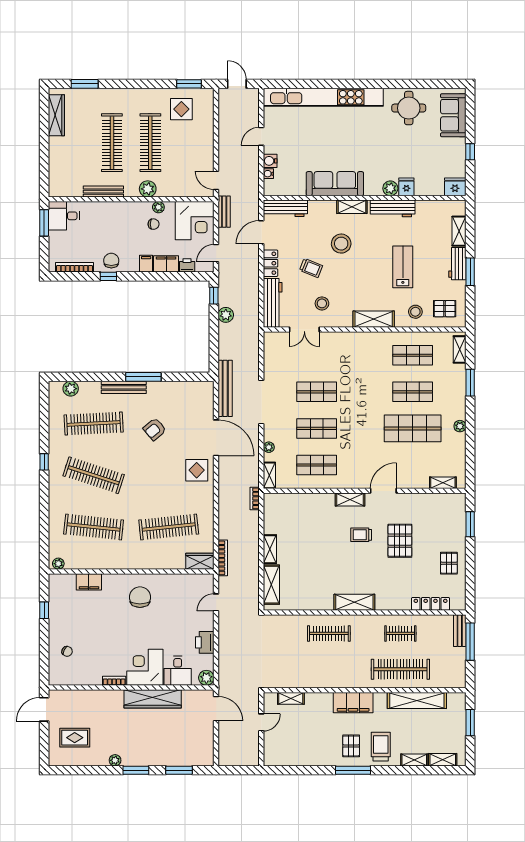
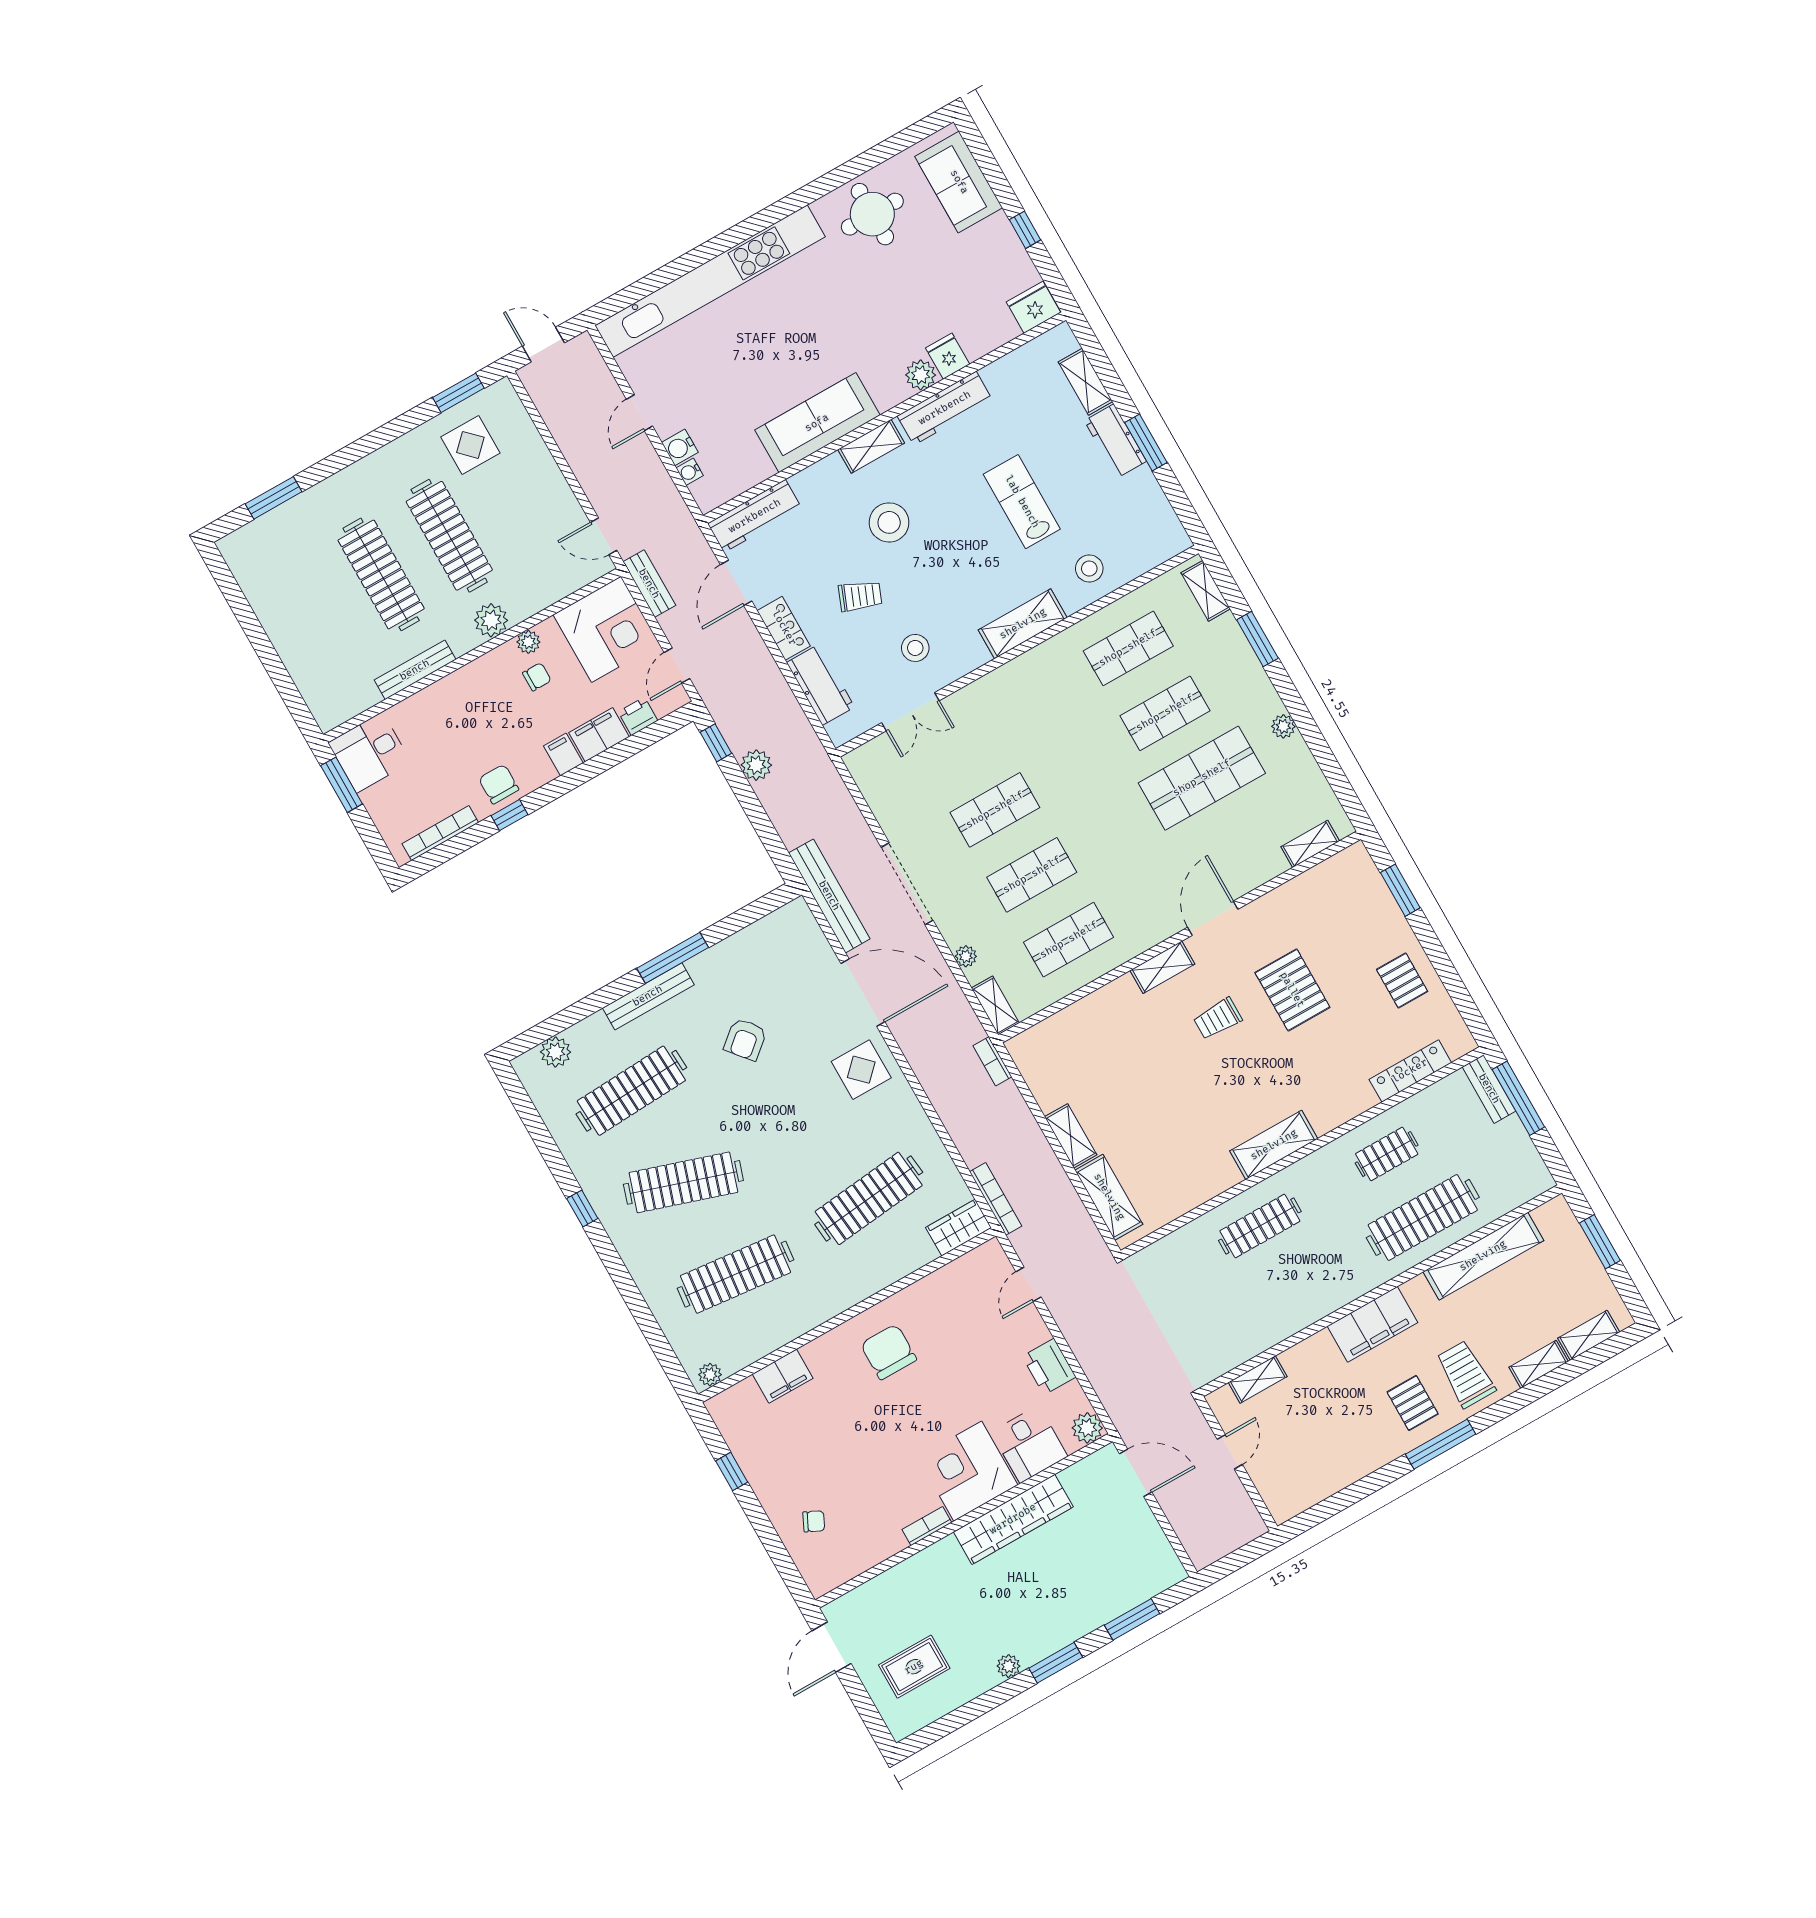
wardrobe: (56, 115) -> (255, 582), removed
workbench: (273, 303) -> (821, 685), width x0.73
pallet: (445, 309) -> (1138, 534), removed

